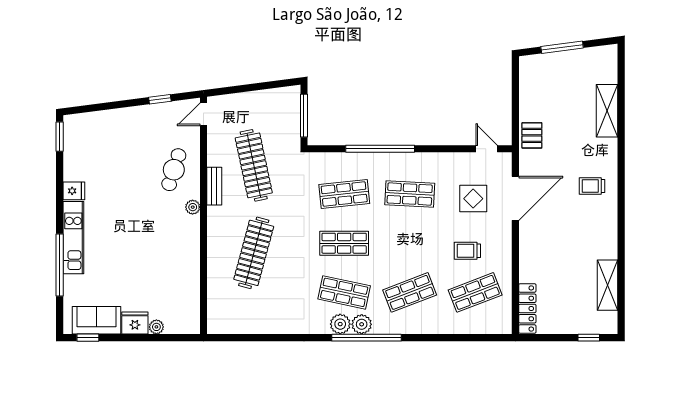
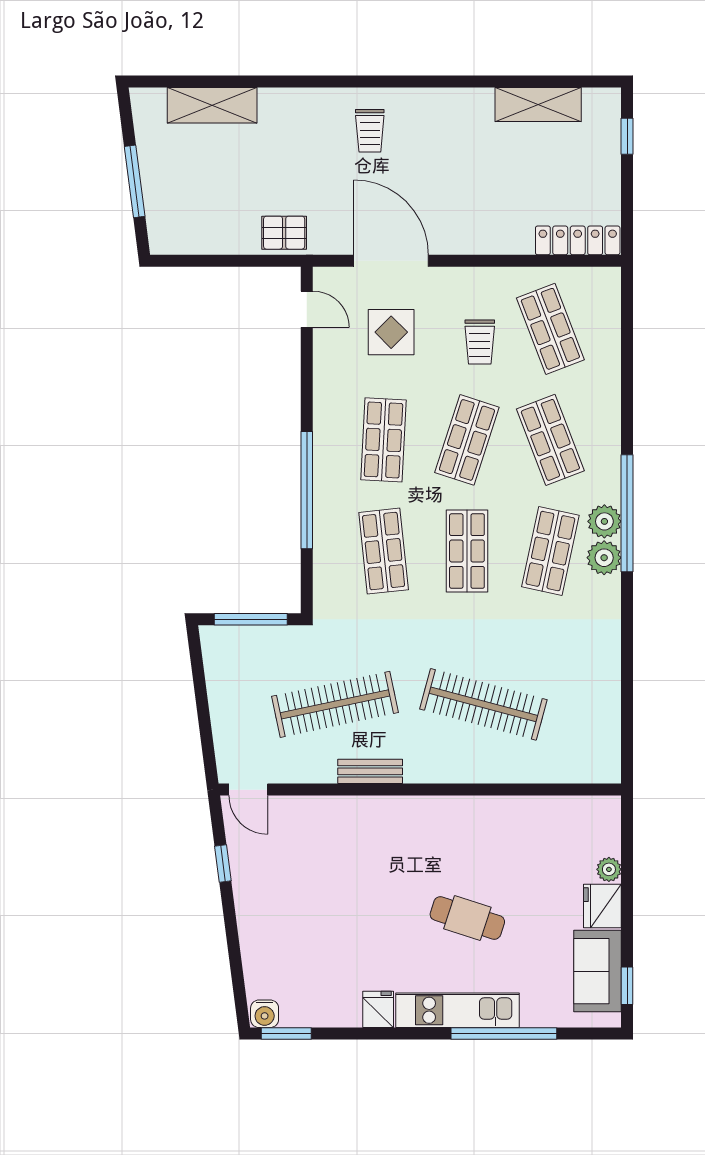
shelving: (607, 111) -> (212, 105), moved
water cooler: (71, 124) -> (265, 1014), added
door: (487, 149) -> (307, 309), swing flipped
cafe table: (174, 170) -> (467, 918), moved
plant: (193, 207) -> (406, 808), removed
shop shelf: (410, 243) -> (467, 440), added

